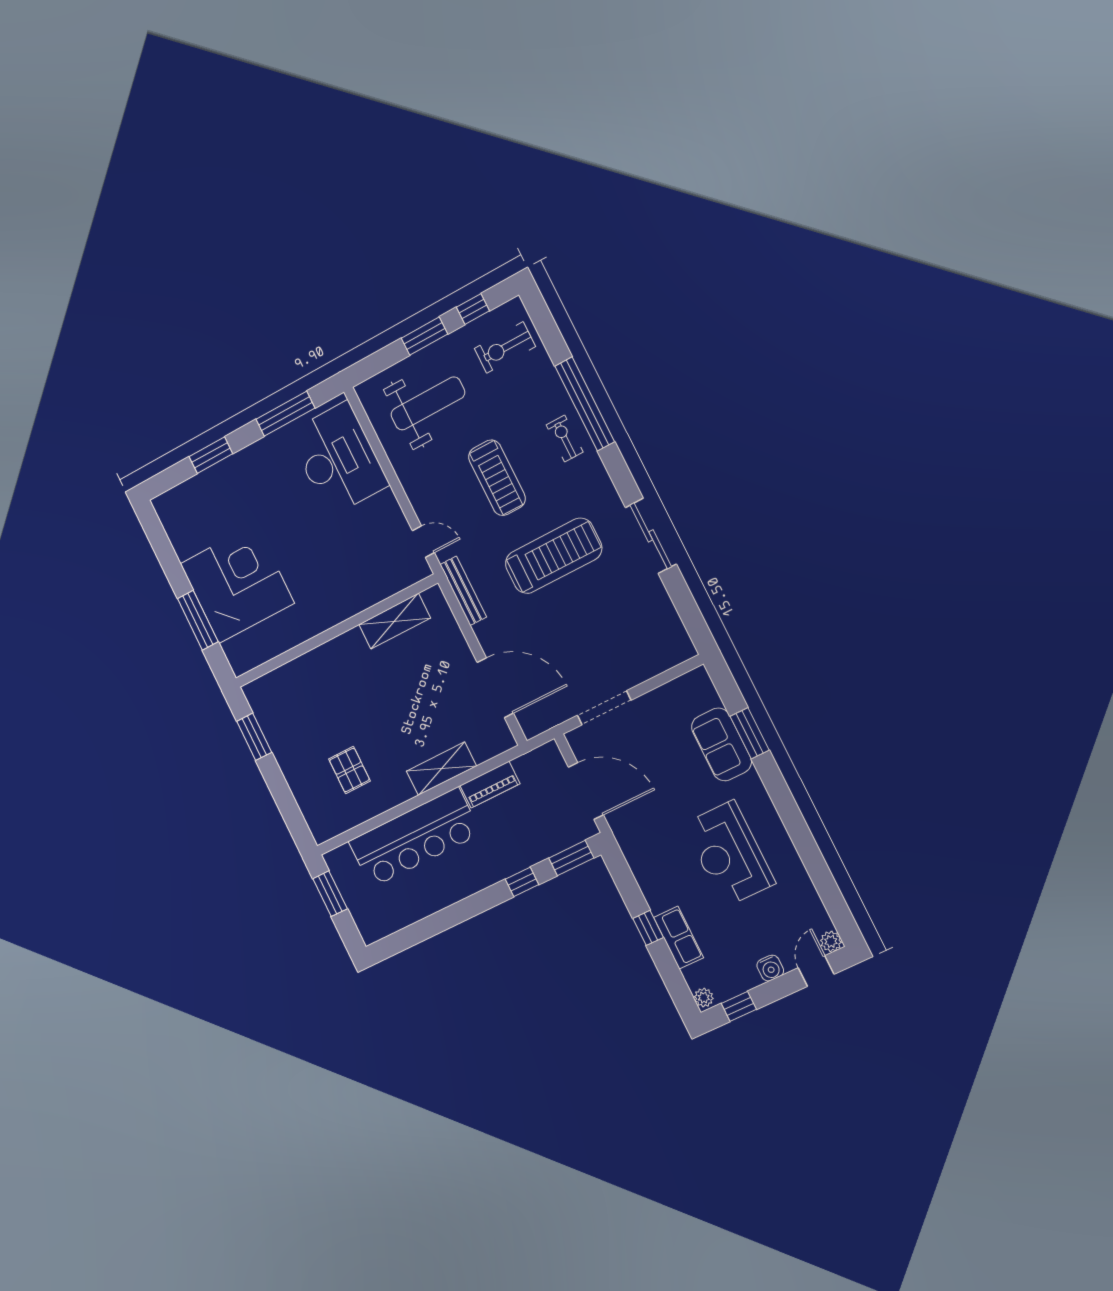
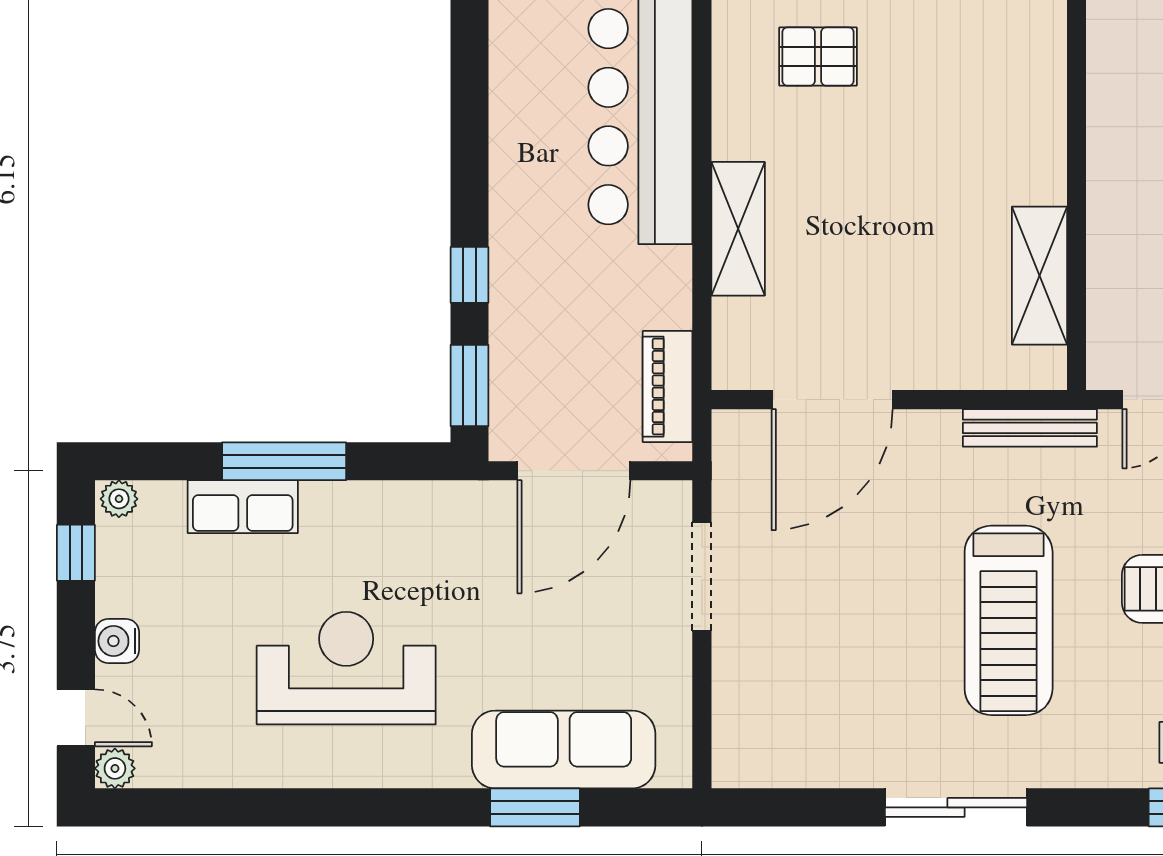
sofa: (721, 744) -> (564, 749), width x1.36
piano: (490, 785) -> (668, 387), moved
window: (648, 928) -> (284, 461), width x2.17

